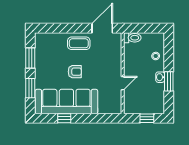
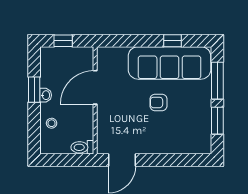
coffee table: (79, 43) -> (153, 140), removed
door: (123, 83) -> (95, 87), width x1.88
window: (30, 88) -> (217, 81), width x1.44

